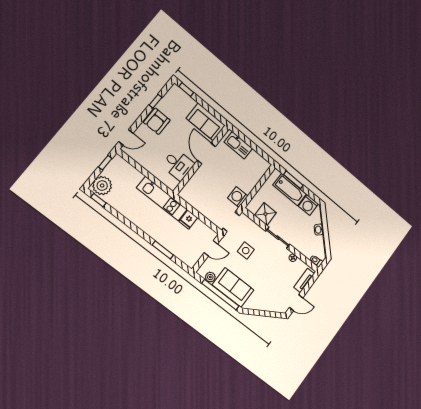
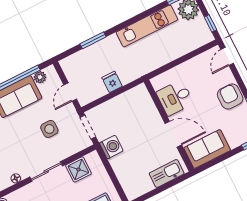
kitchen unit: (162, 199) -> (147, 26), moved, turned 180

